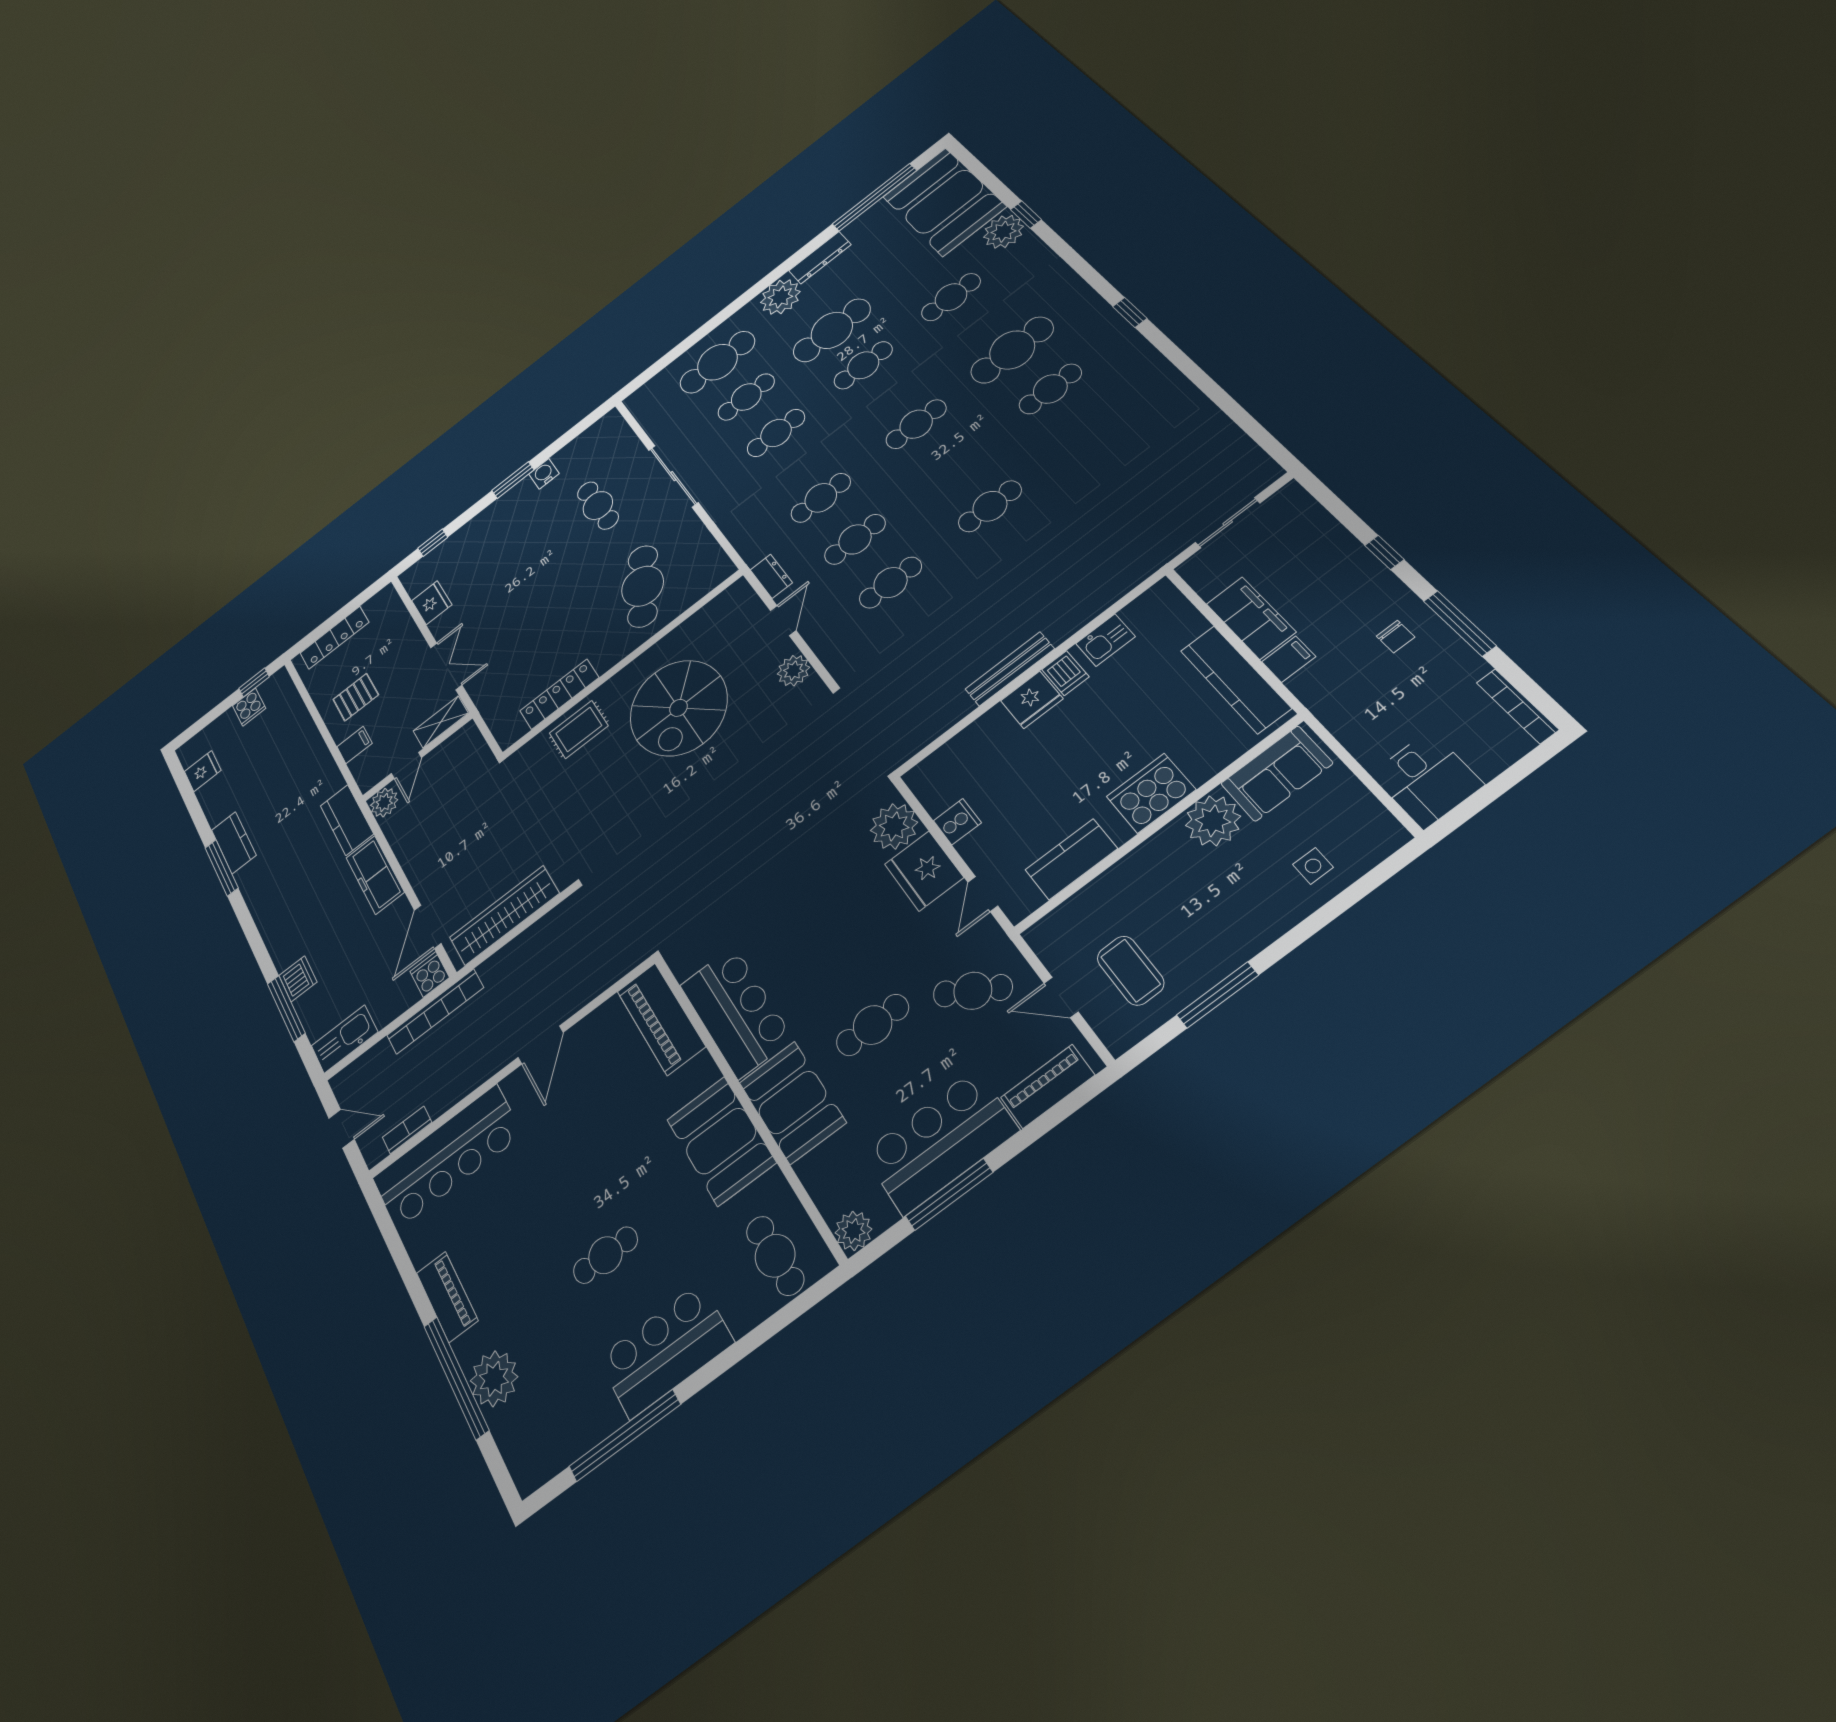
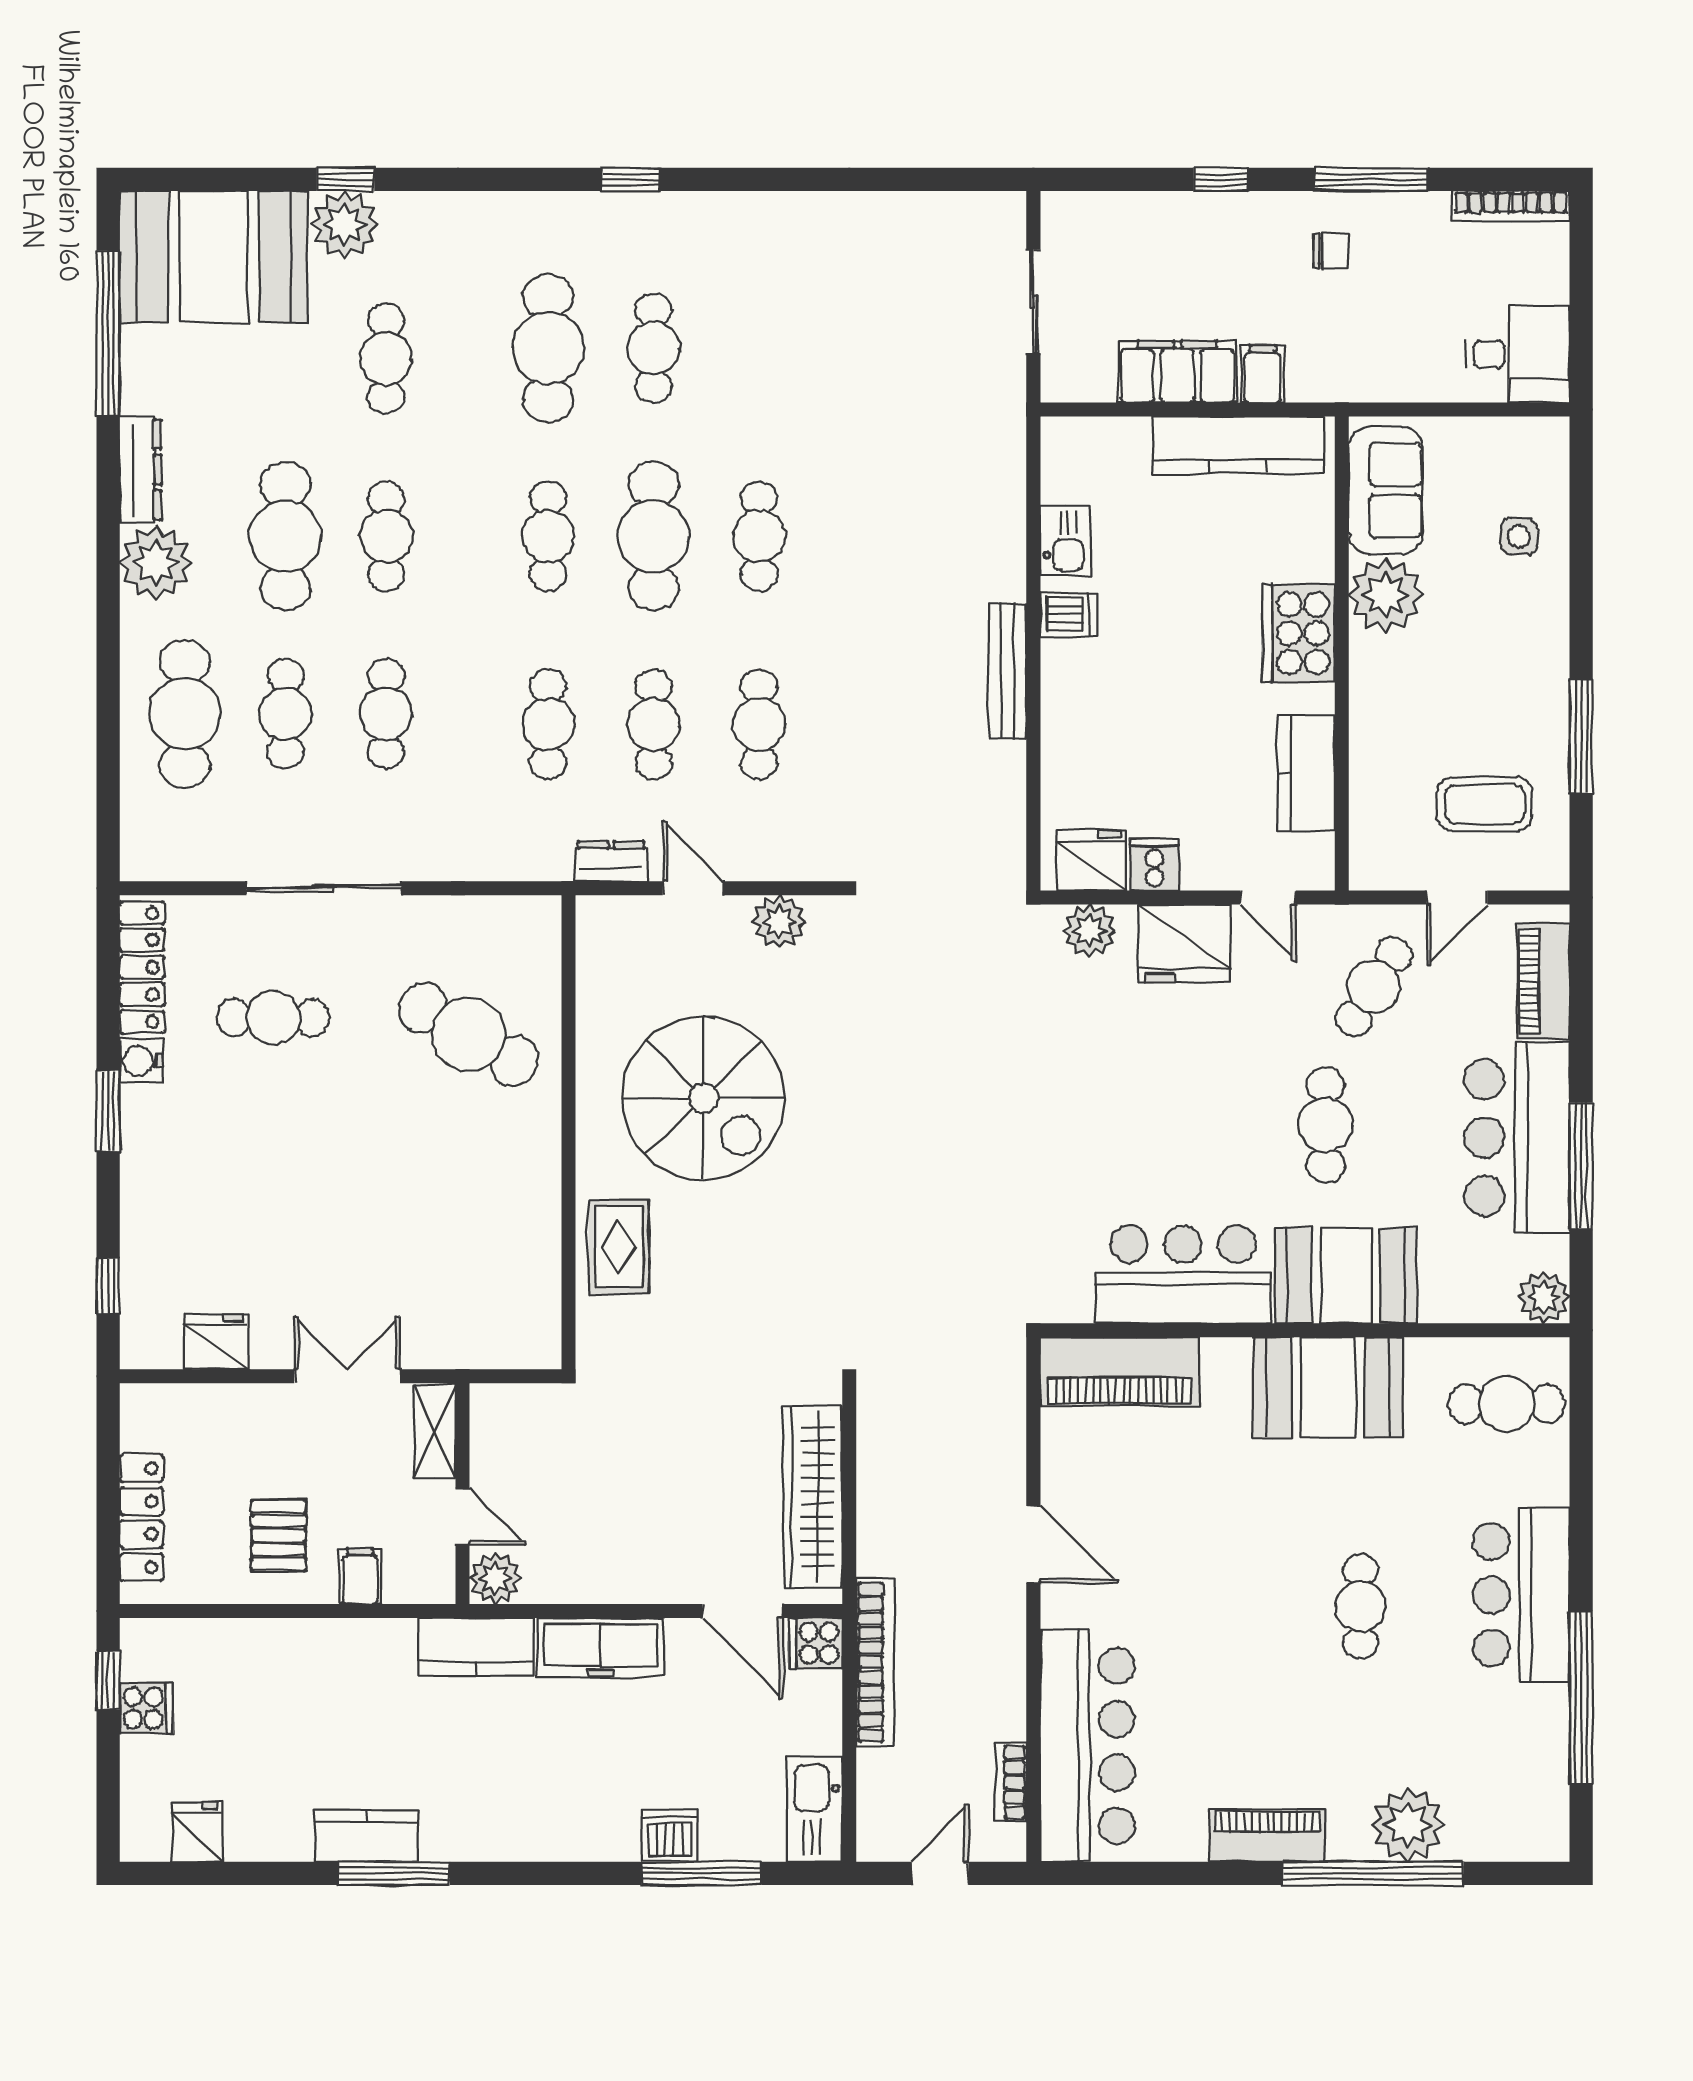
cafe table: (952, 464) -> (654, 536), added
locker: (559, 694) -> (142, 967), moved, turned 180
fridge: (1032, 700) -> (1091, 861), moved, turned -90
plant: (894, 826) -> (1090, 931), width x0.73, depth x0.73

